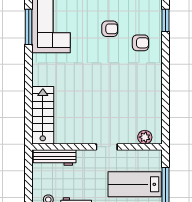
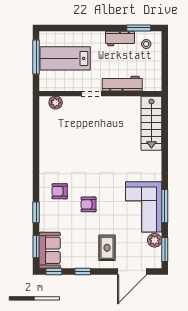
workbench: (55, 158) -> (122, 84), moved
lab bench: (135, 184) -> (65, 58), turned 180

